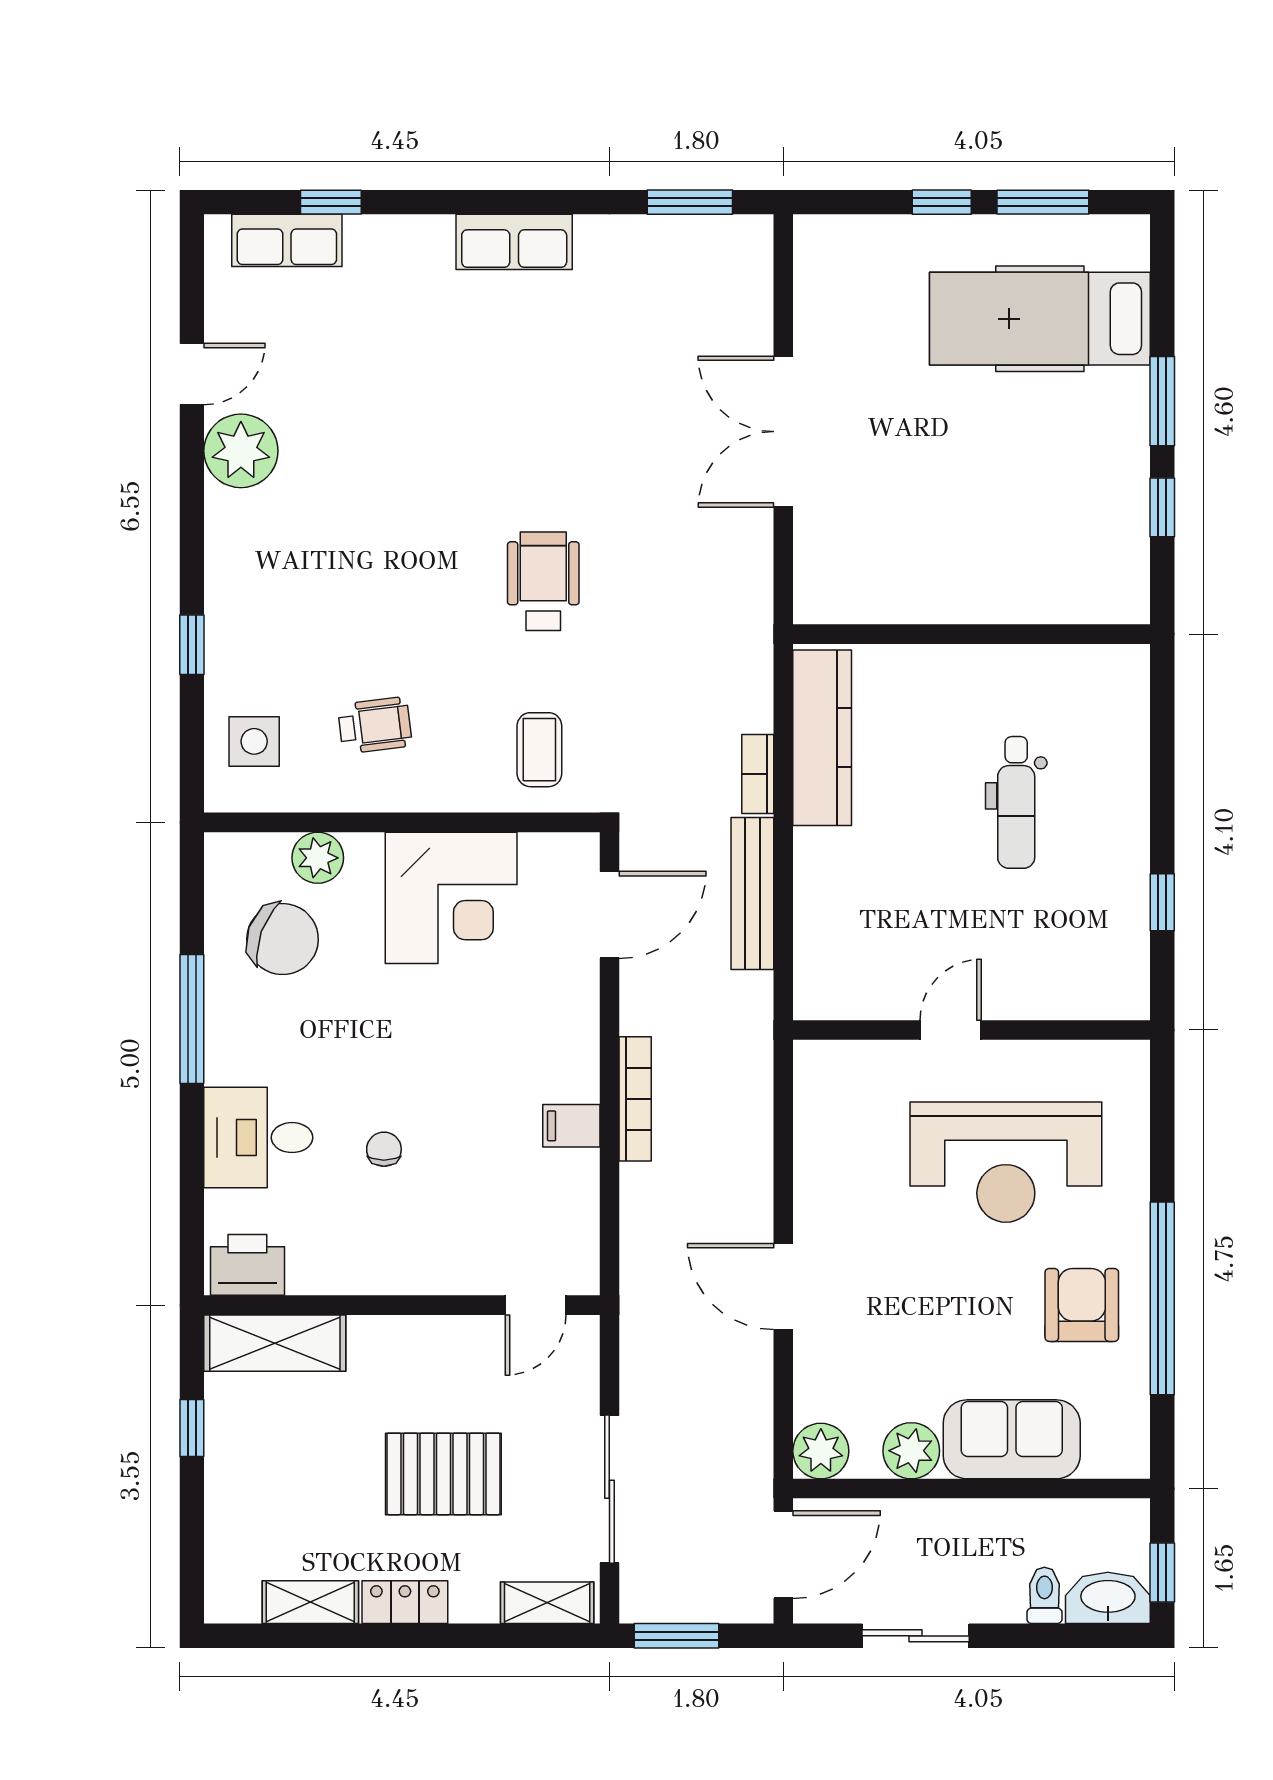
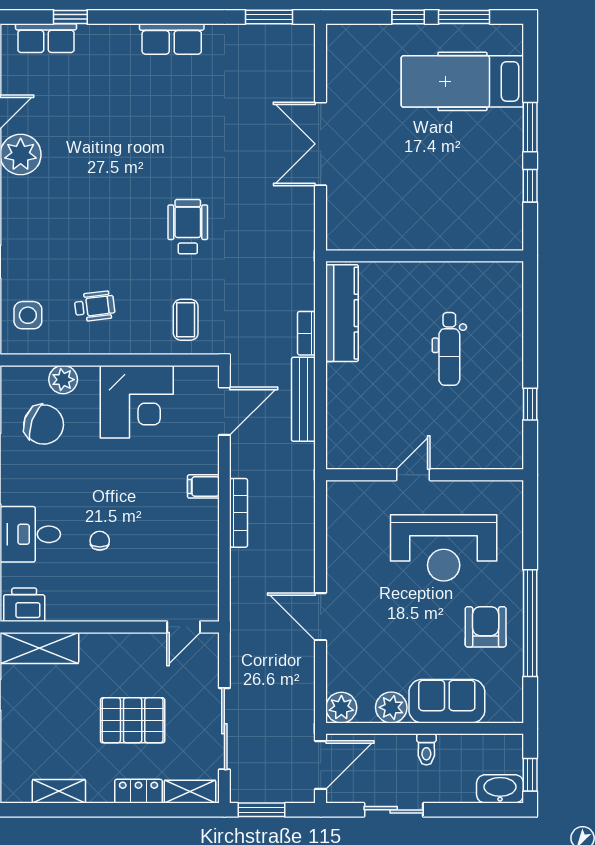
filing cabinet: (571, 1126) -> (203, 486), moved
toilet: (1044, 1595) -> (426, 749), moved, turned 180
locker: (405, 1602) -> (138, 791), moved

